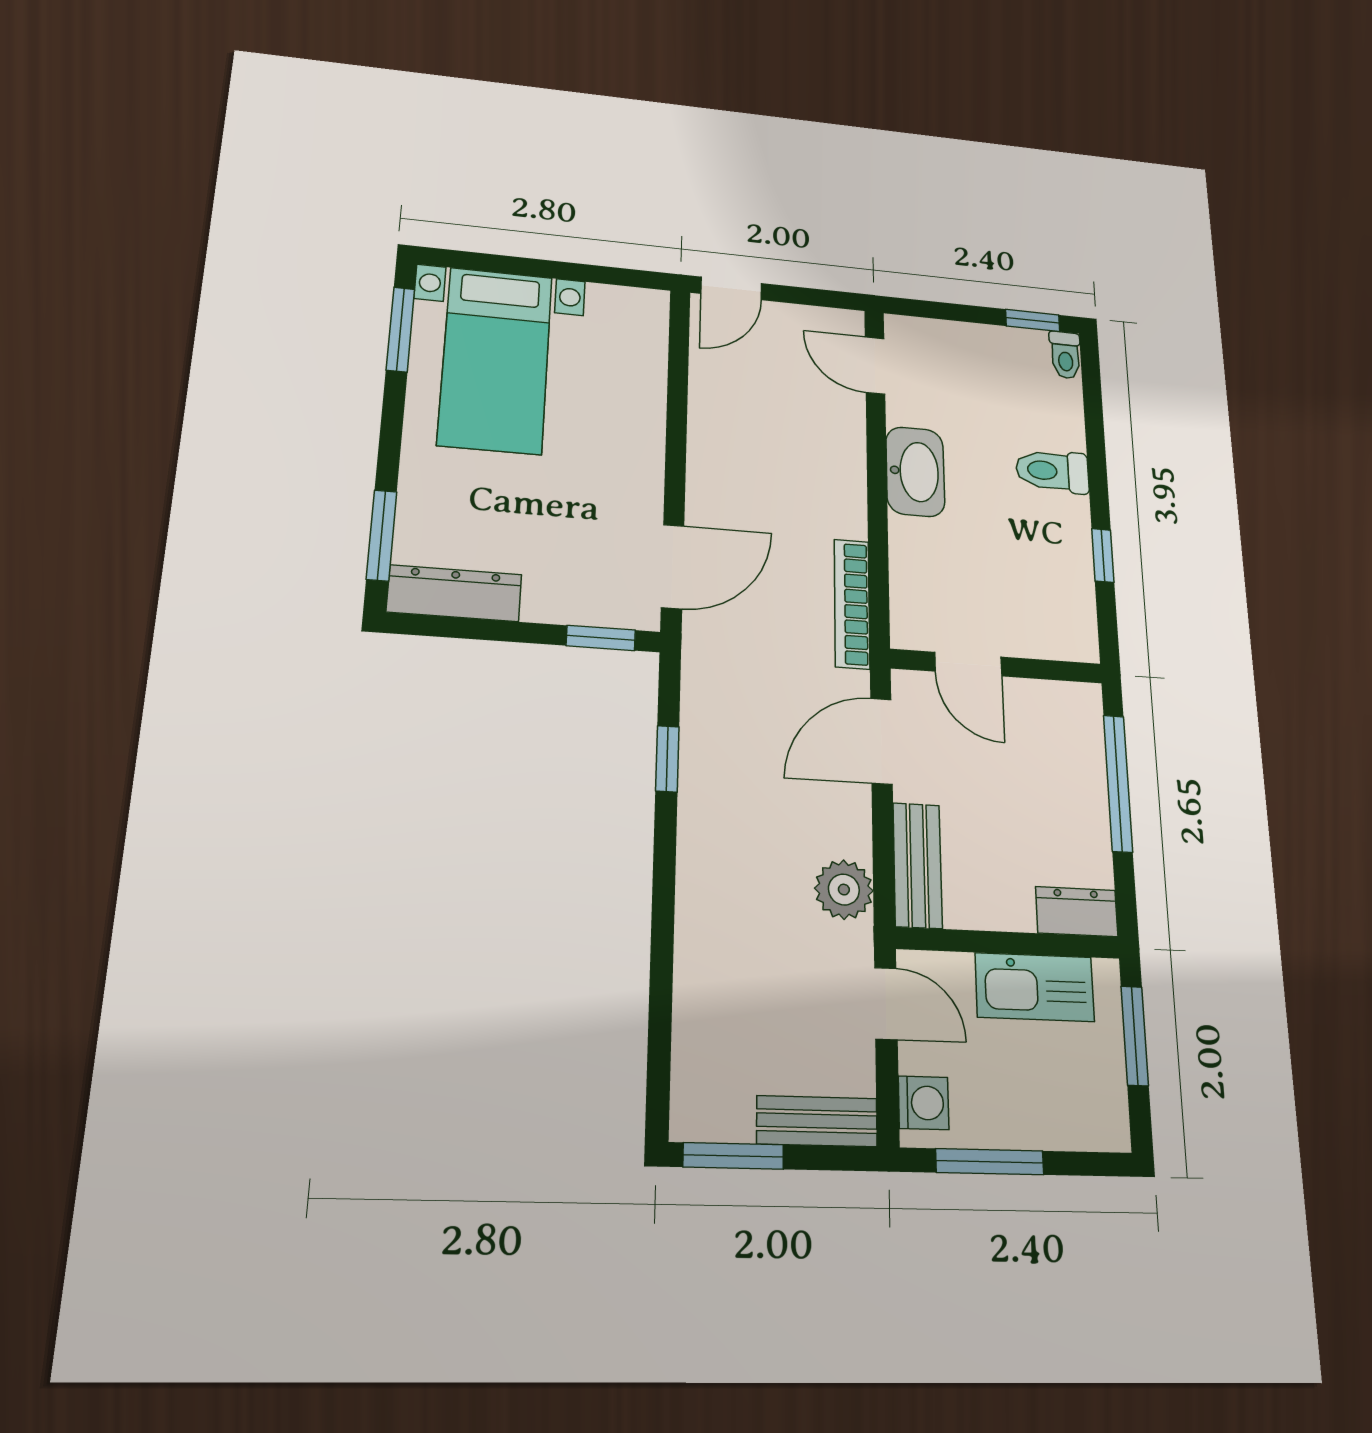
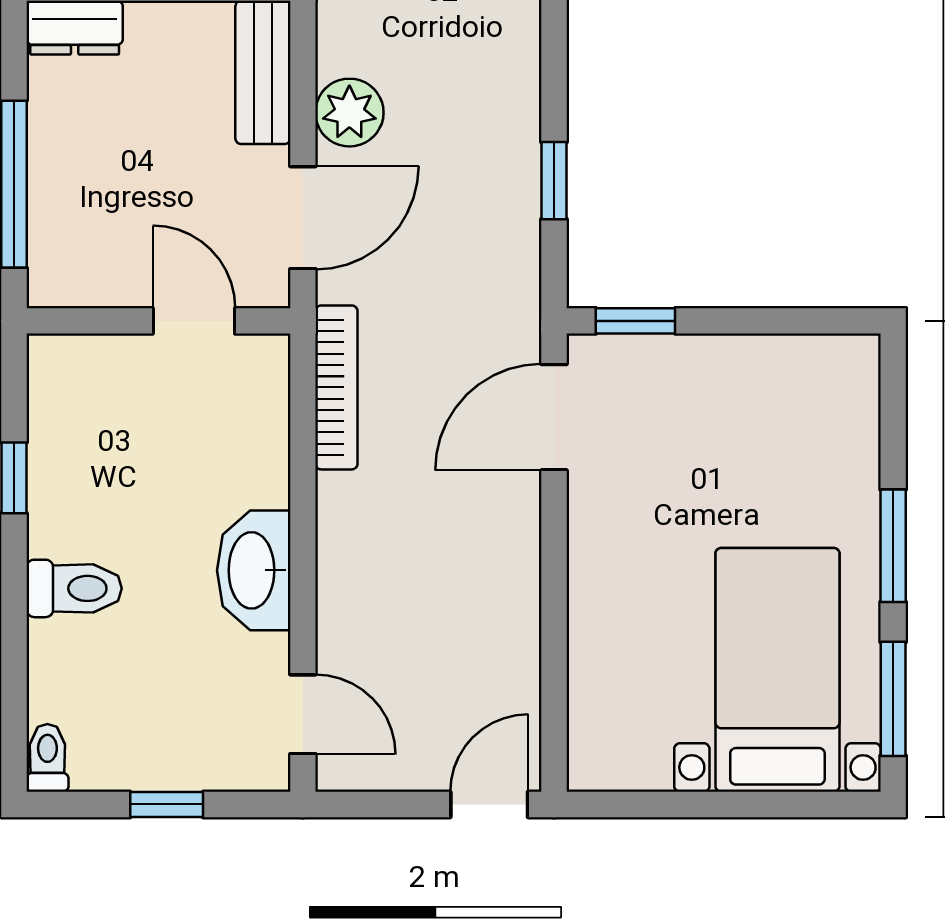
window: (1033, 320) -> (167, 804), moved
window: (382, 535) -> (893, 546), moved
dresser: (454, 593) -> (806, 363), removed
plant: (844, 890) -> (349, 113), moved

